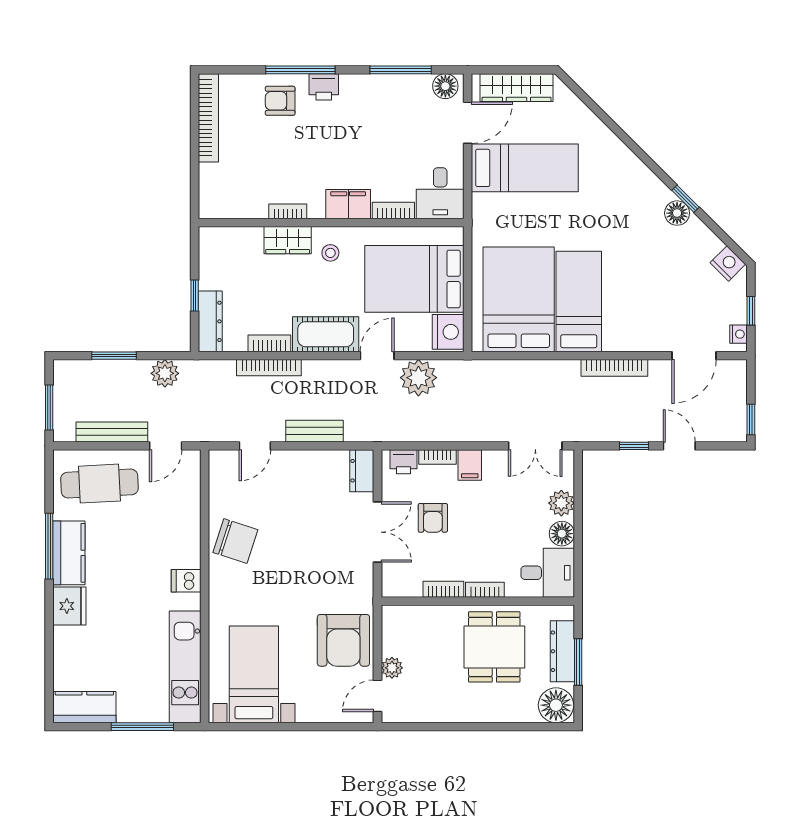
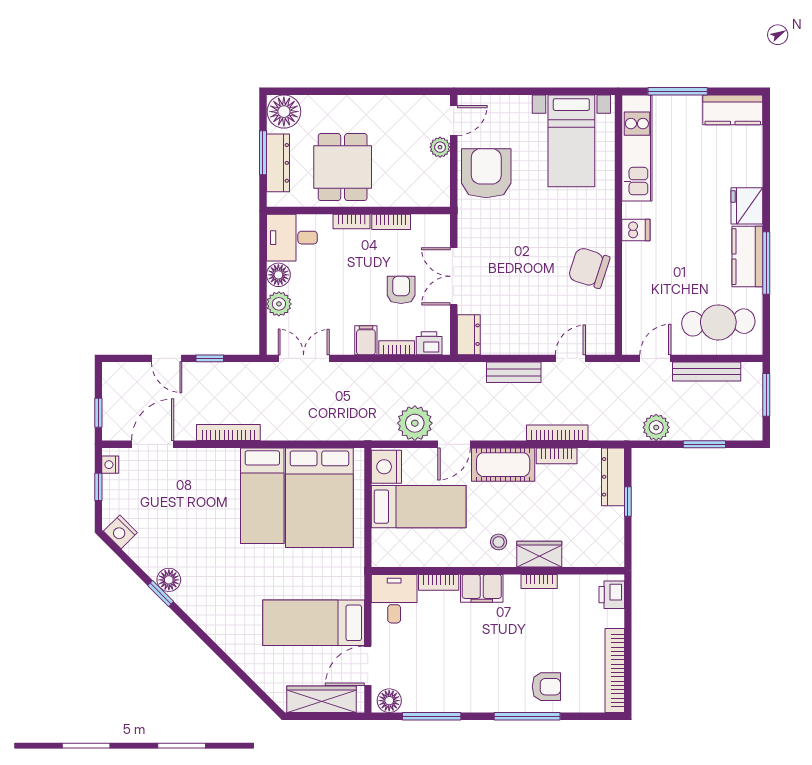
printer: (324, 87) -> (612, 595), moved, turned -90
bed: (414, 279) -> (419, 507), width x0.67
window: (751, 420) -> (98, 413), moved

